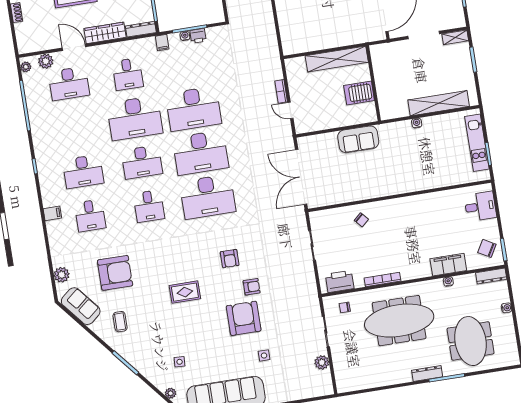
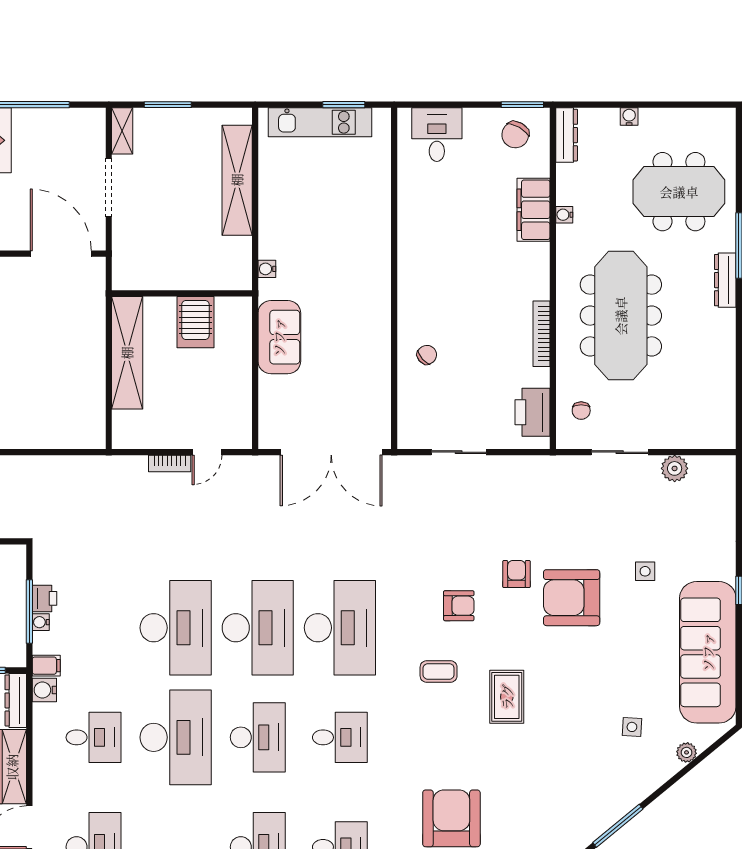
water cooler: (149, 44) -> (44, 690), added
water cooler: (417, 123) -> (267, 269), moved
coffee table: (120, 322) -> (439, 671), moved

